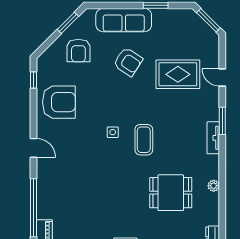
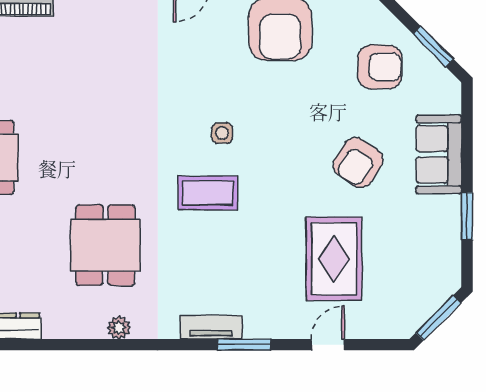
sofa: (124, 20) -> (439, 154), width x0.73
armchair: (78, 51) -> (380, 67), turned 180

